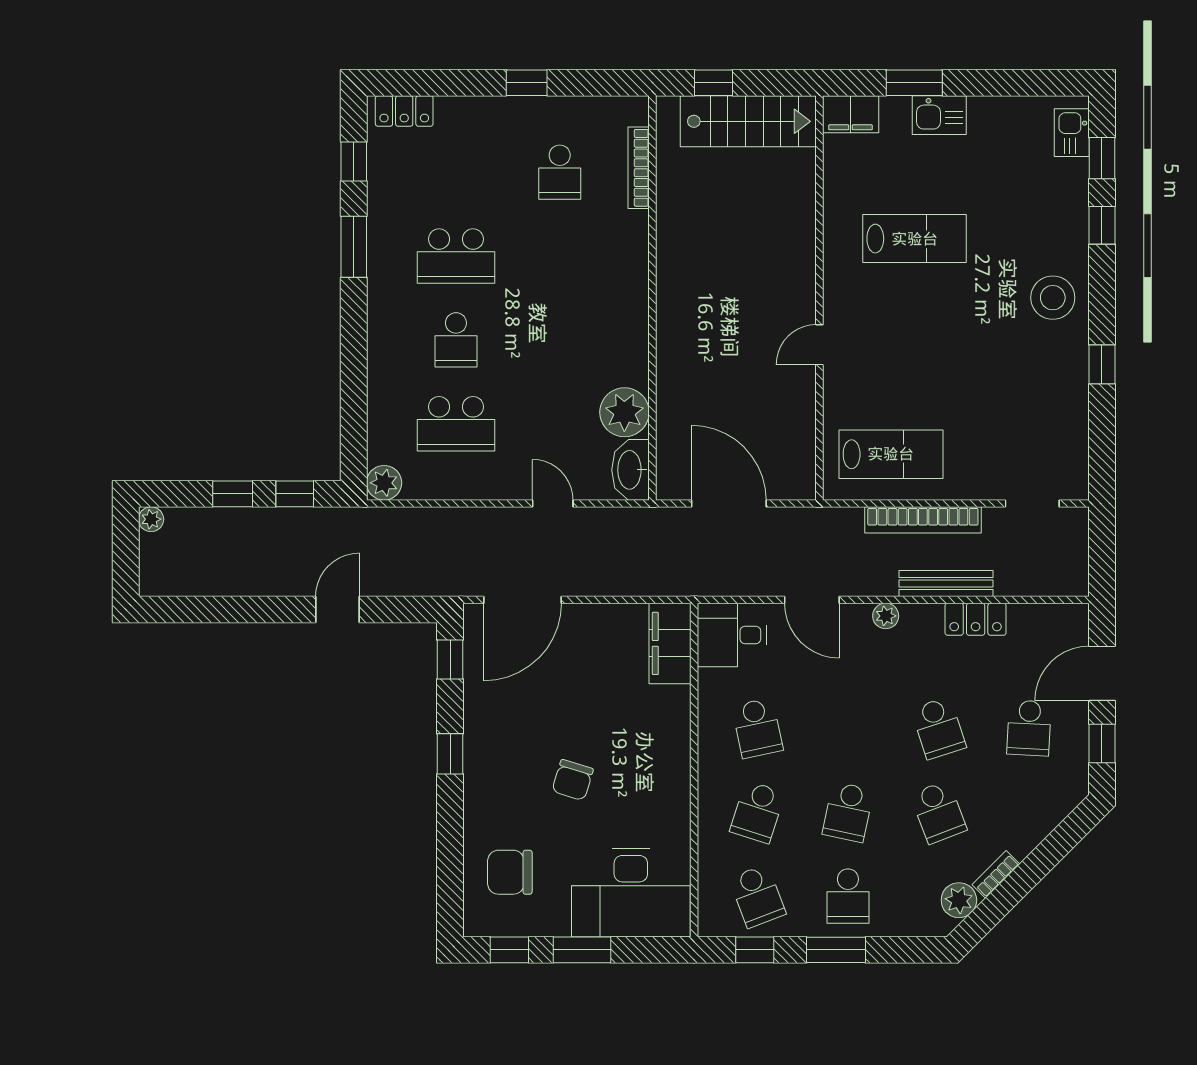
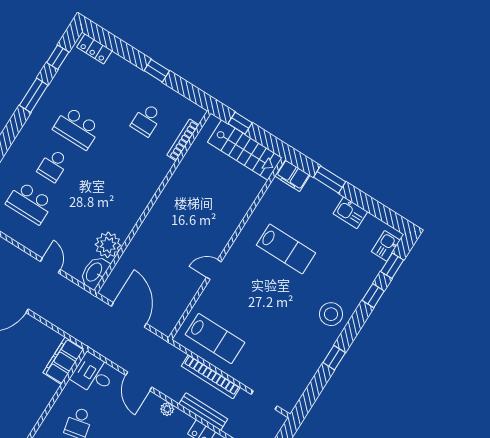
kitchen sink: (939, 115) -> (350, 213), moved

